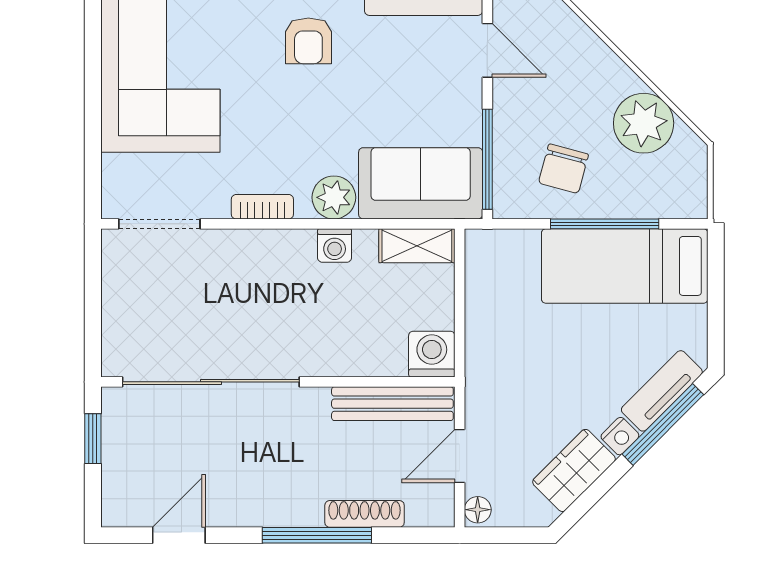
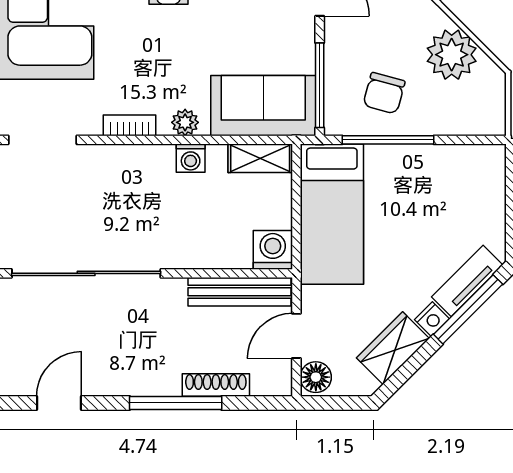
plant: (334, 197) -> (185, 122), width x0.73, depth x0.73
window: (605, 224) -> (388, 140), moved
bed: (625, 266) -> (332, 214), moved, turned -90
floor lamp: (478, 510) -> (316, 377), width x1.37, depth x1.37

